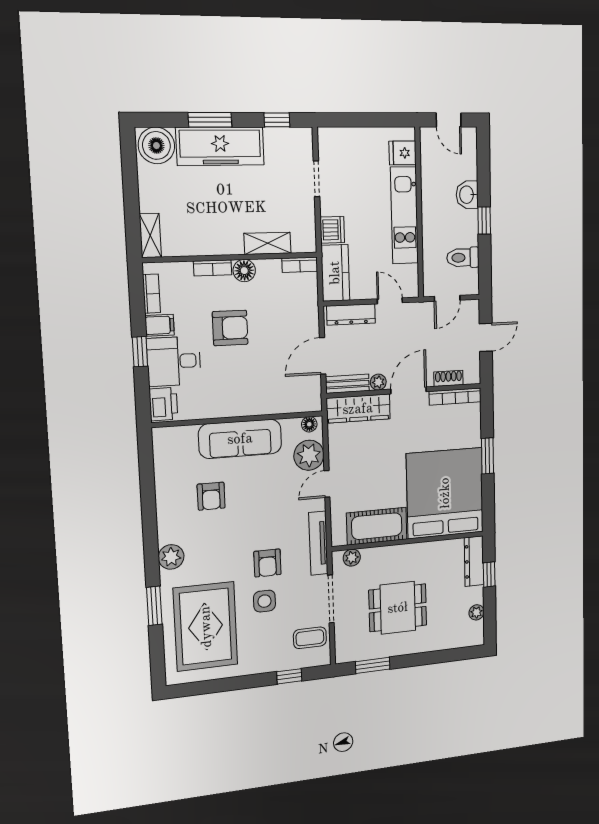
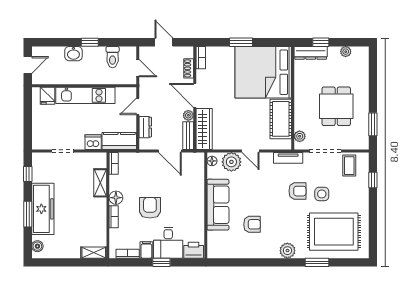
boiler: (156, 145) -> (37, 246), width x0.54, depth x0.54
dresser: (351, 314) -> (145, 127), width x0.70
bookcase: (455, 397) -> (201, 58), width x0.64
tv unit: (318, 543) -> (288, 158), width x0.71

